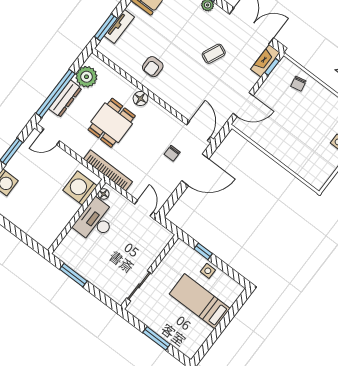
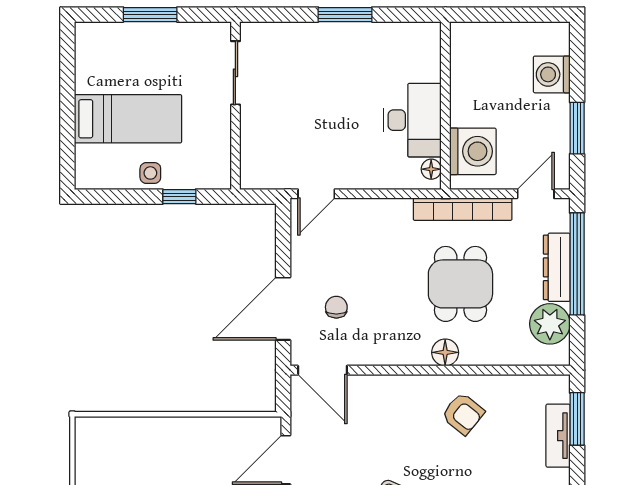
armchair: (153, 67) -> (463, 414), turned 129
bookcase: (108, 170) -> (463, 209), moved
washing machine: (80, 188) -> (473, 151), moved
floor lamp: (104, 194) -> (431, 169), moved
door: (144, 208) -> (316, 194), hinge flipped
wall: (77, 216) -> (445, 106), moved
desk: (96, 221) -> (412, 120), moved

